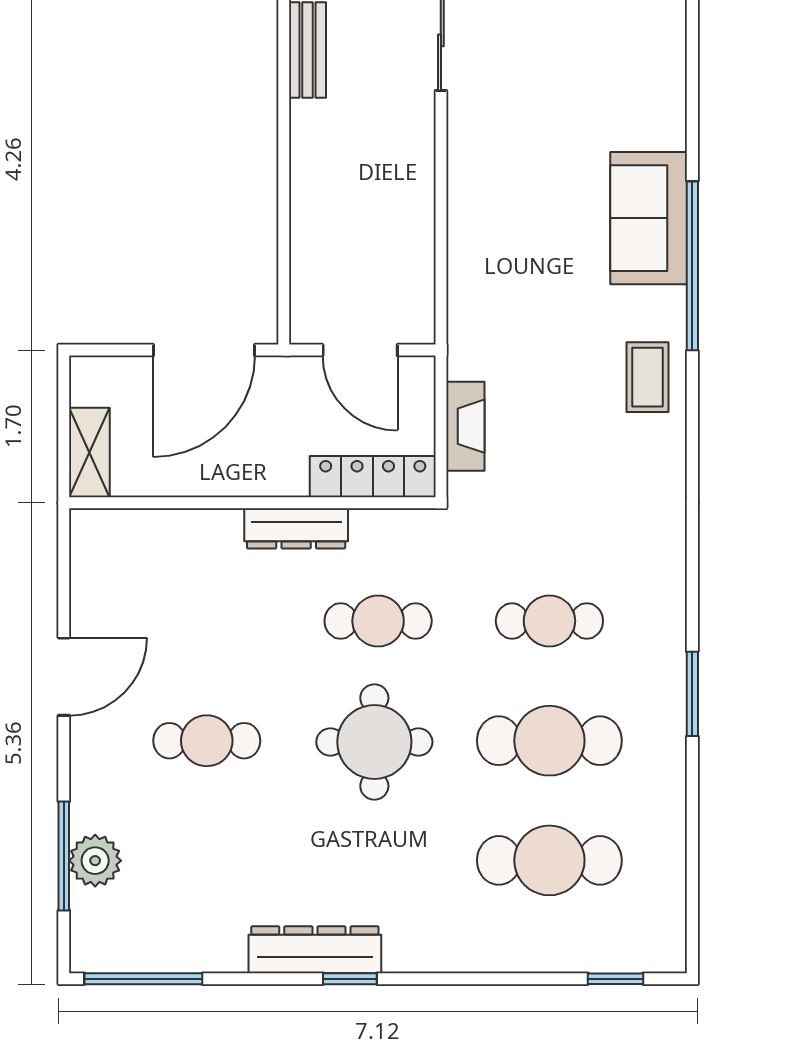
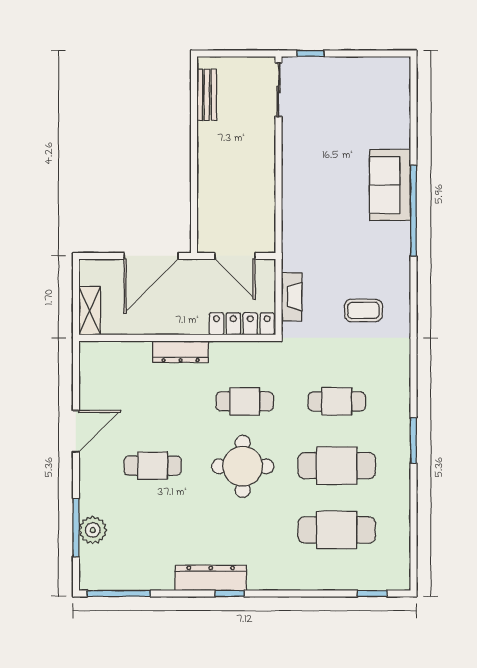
coffee table: (647, 377) -> (363, 310), moved, turned 90
dresser: (296, 528) -> (181, 352), moved

